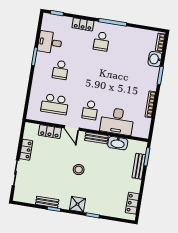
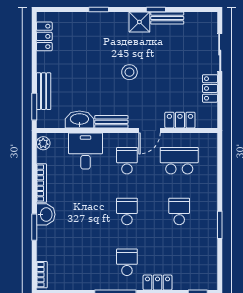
desk: (50, 42) -> (201, 249), removed
washbasin: (155, 59) -> (46, 214), moved
school desk: (96, 76) -> (127, 211), added
desk: (117, 121) -> (86, 151), width x0.73
door: (72, 128) -> (149, 130), swing flipped
plant: (145, 131) -> (43, 143), added
shower: (78, 204) -> (139, 22), moved

